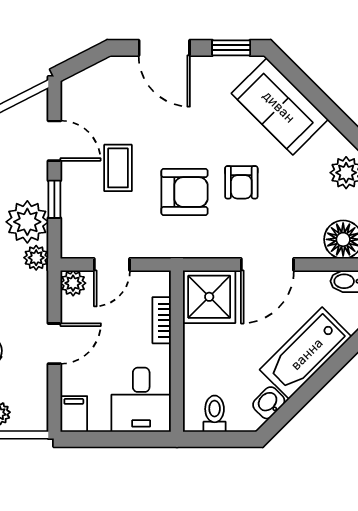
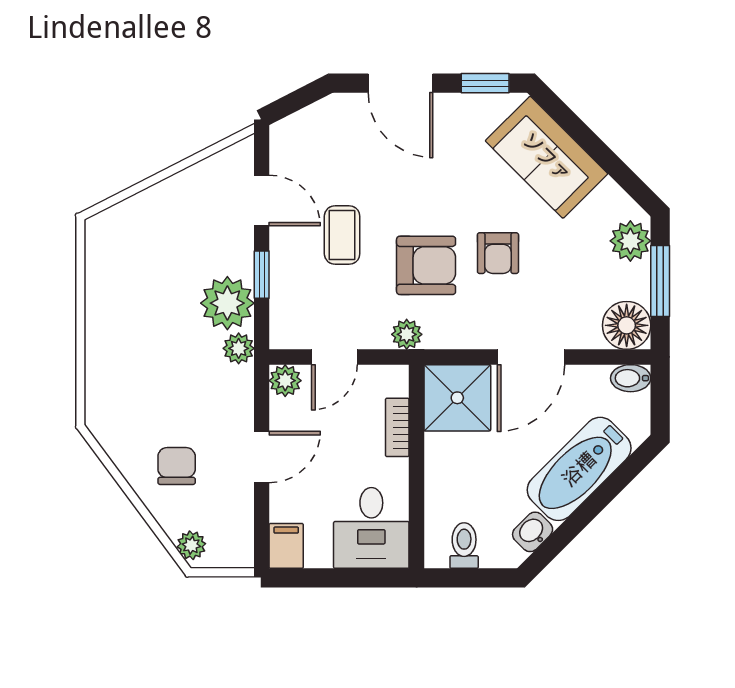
plant: (169, 247) -> (407, 334), added

